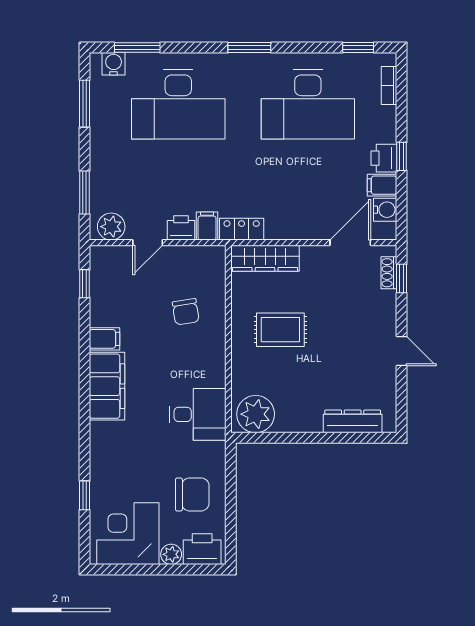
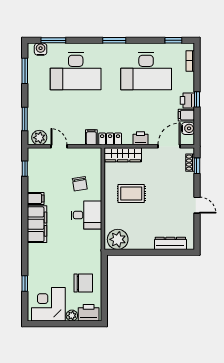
printer: (181, 228) -> (140, 138), moved
door: (148, 243) -> (59, 146), swing flipped
desk: (198, 414) -> (86, 215), moved

